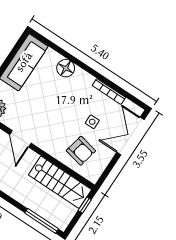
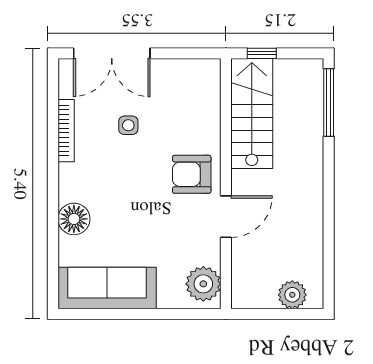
armchair: (81, 151) -> (192, 174), moved, turned -102

